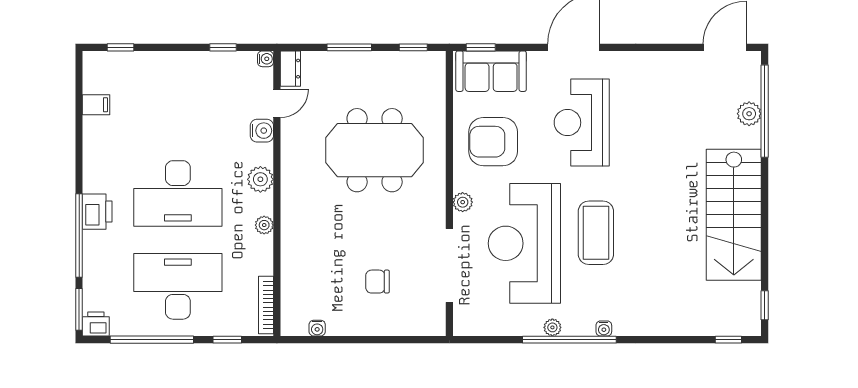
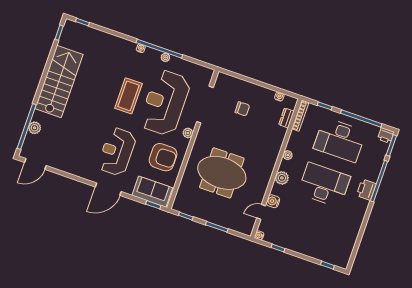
dresser: (290, 69) -> (286, 118), moved
filing cabinet: (96, 105) -> (349, 242), removed
reception desk: (582, 123) -> (117, 152), turned 180
reception desk: (524, 243) -> (165, 103), turned 180

